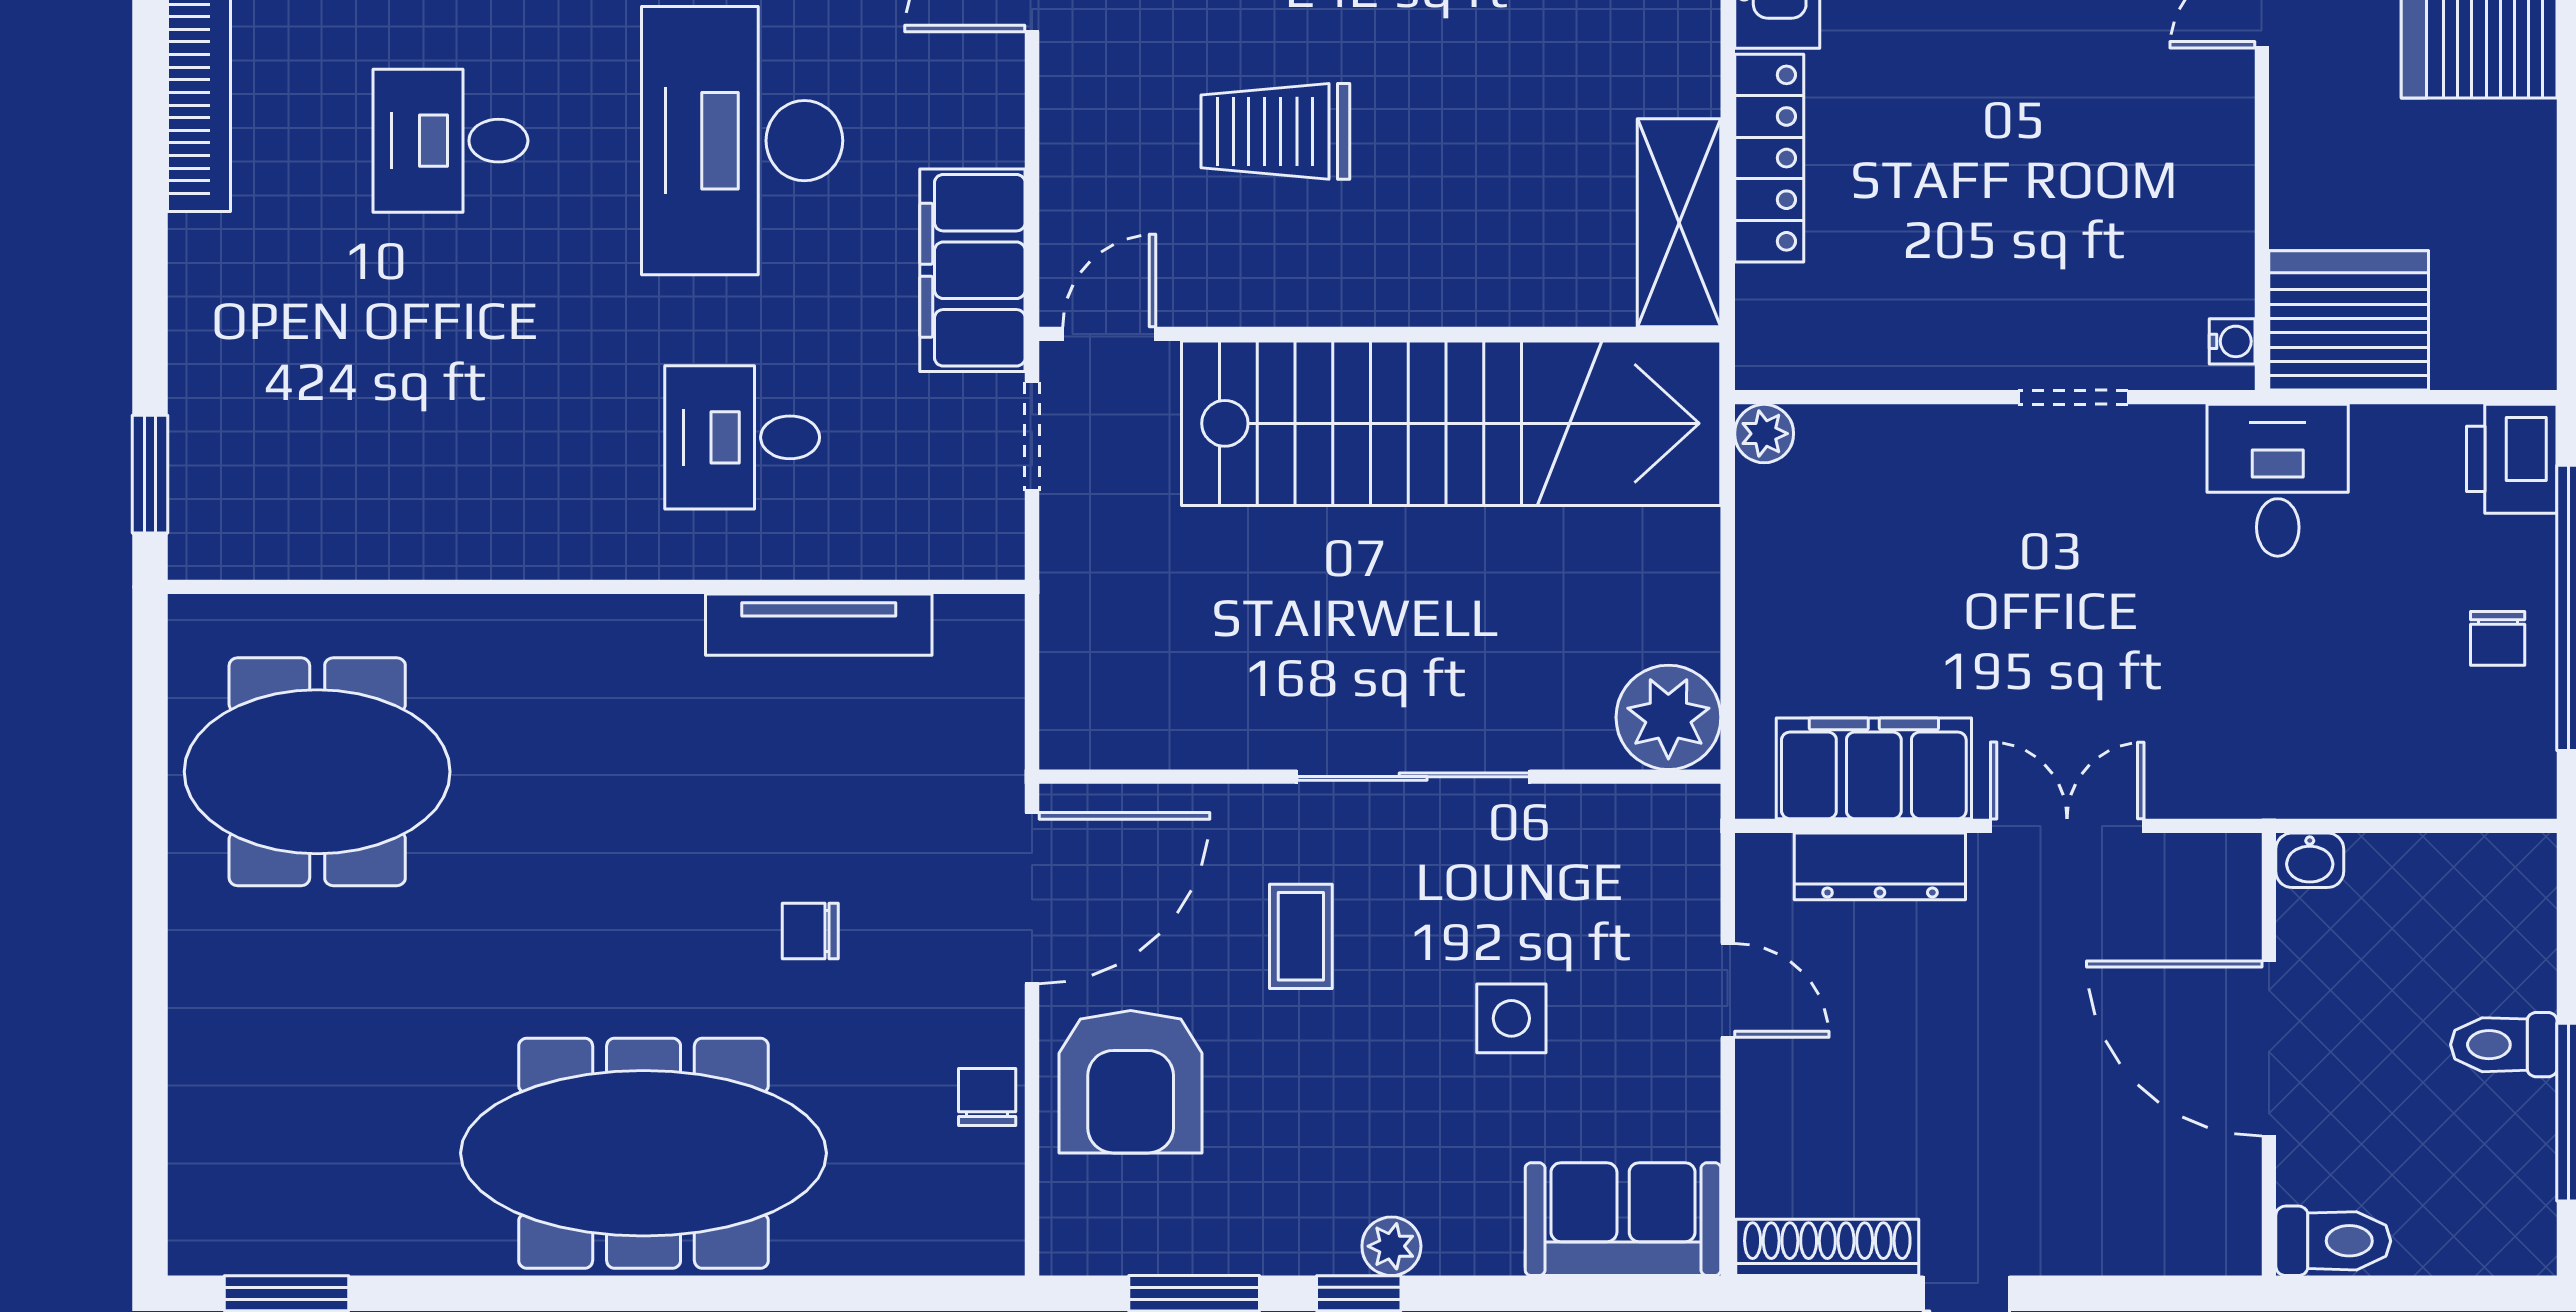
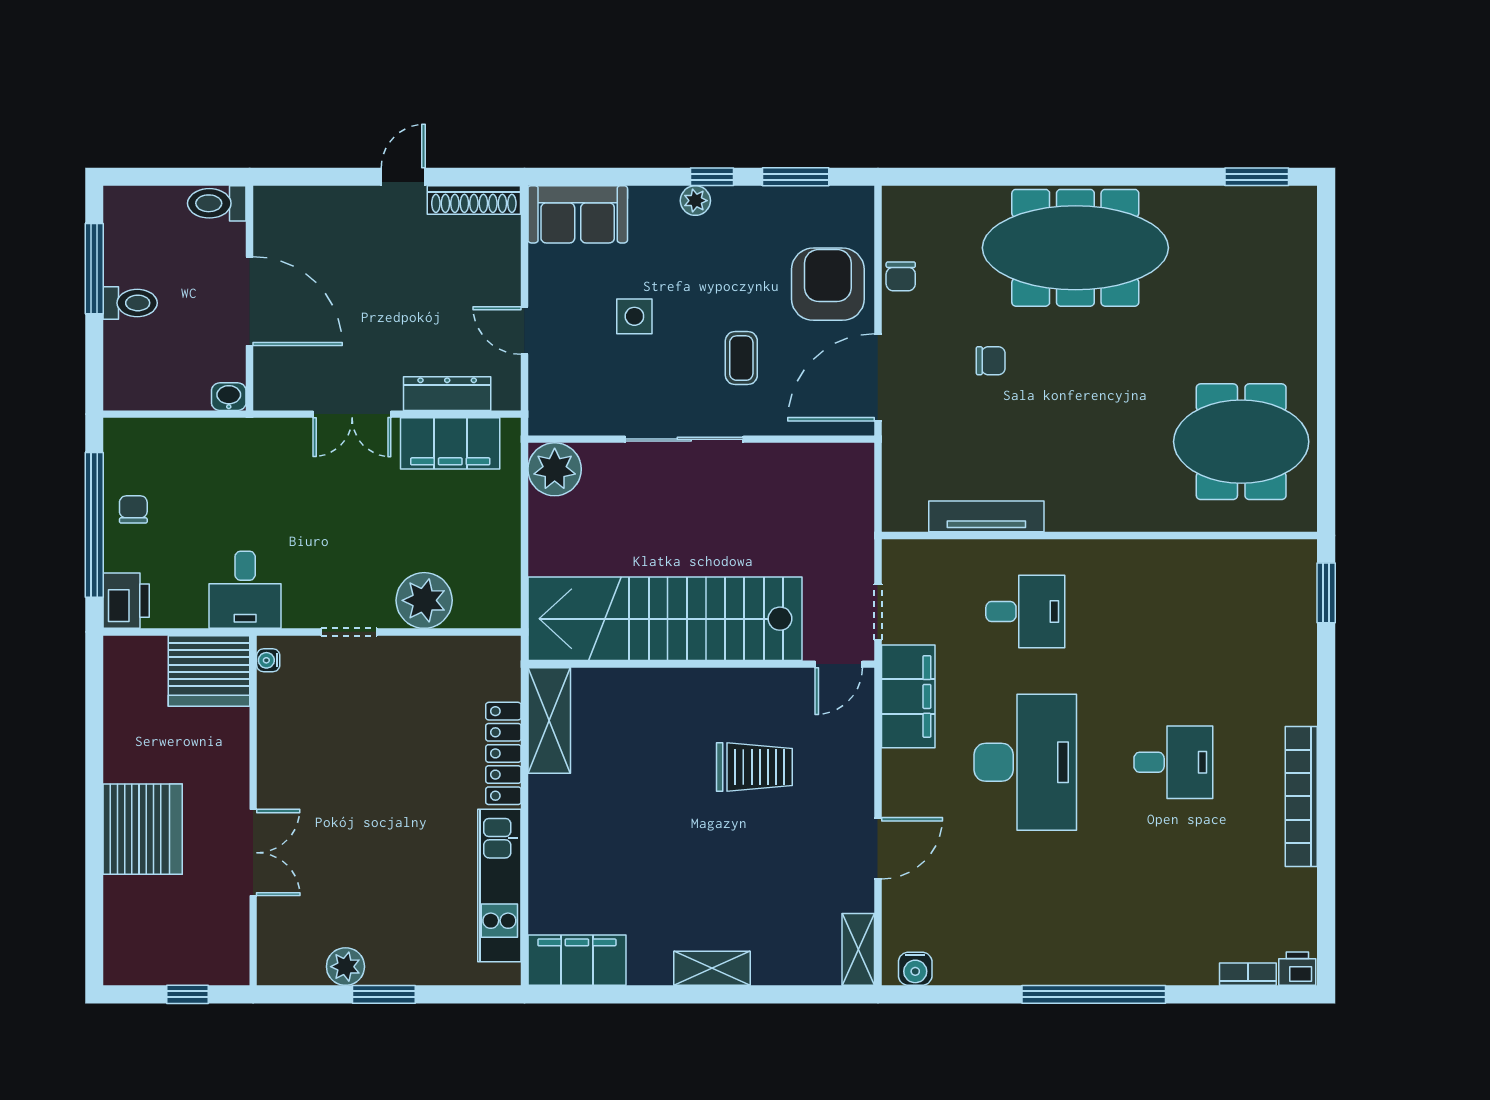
plant: (1764, 434) -> (424, 600), moved, width x1.88, depth x1.88

